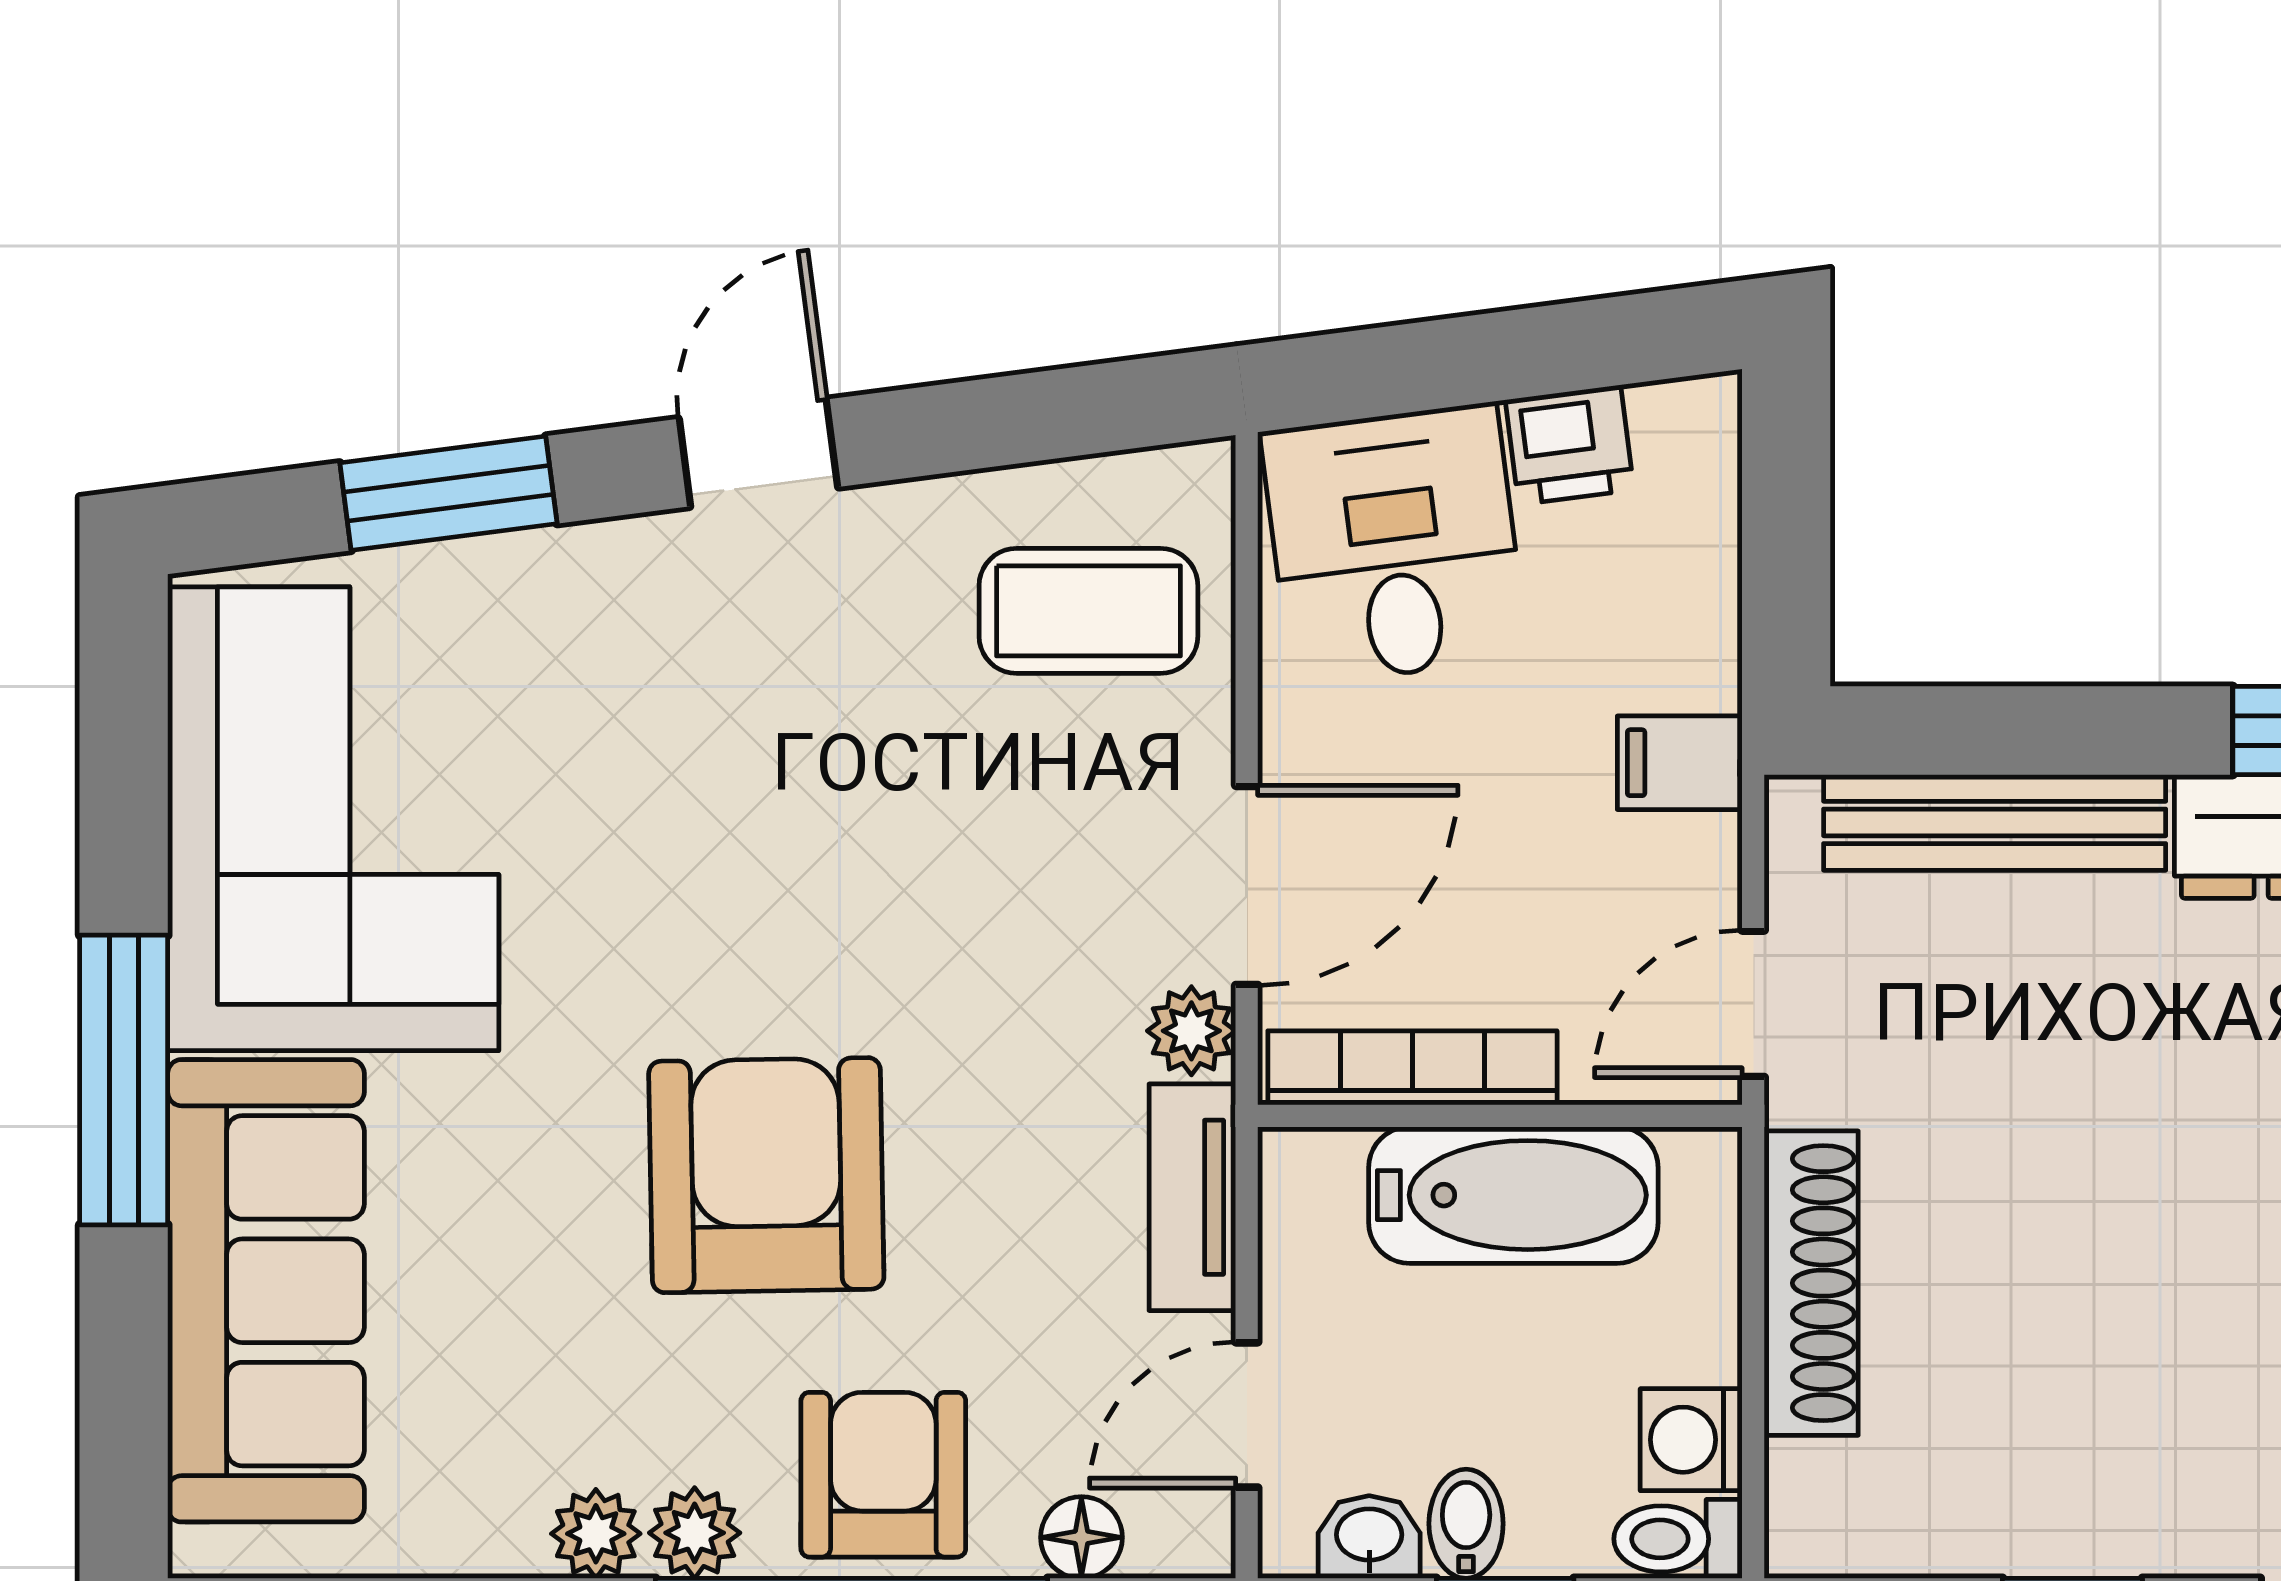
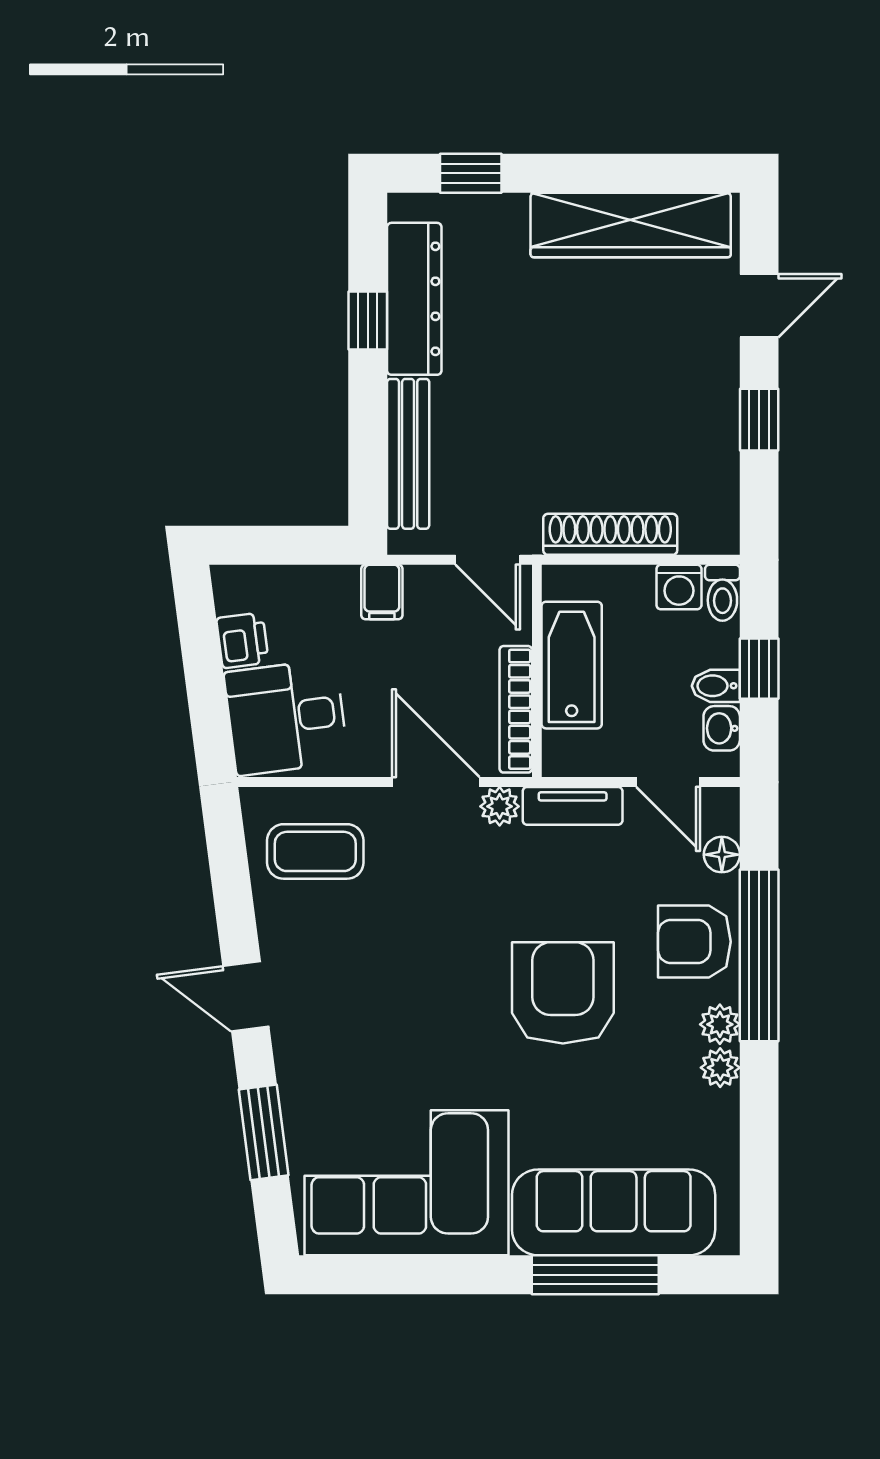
coffee table: (1088, 611) -> (315, 851), turned 90
window: (124, 1080) -> (595, 1275), moved
armchair: (766, 1175) -> (563, 993), turned 91

